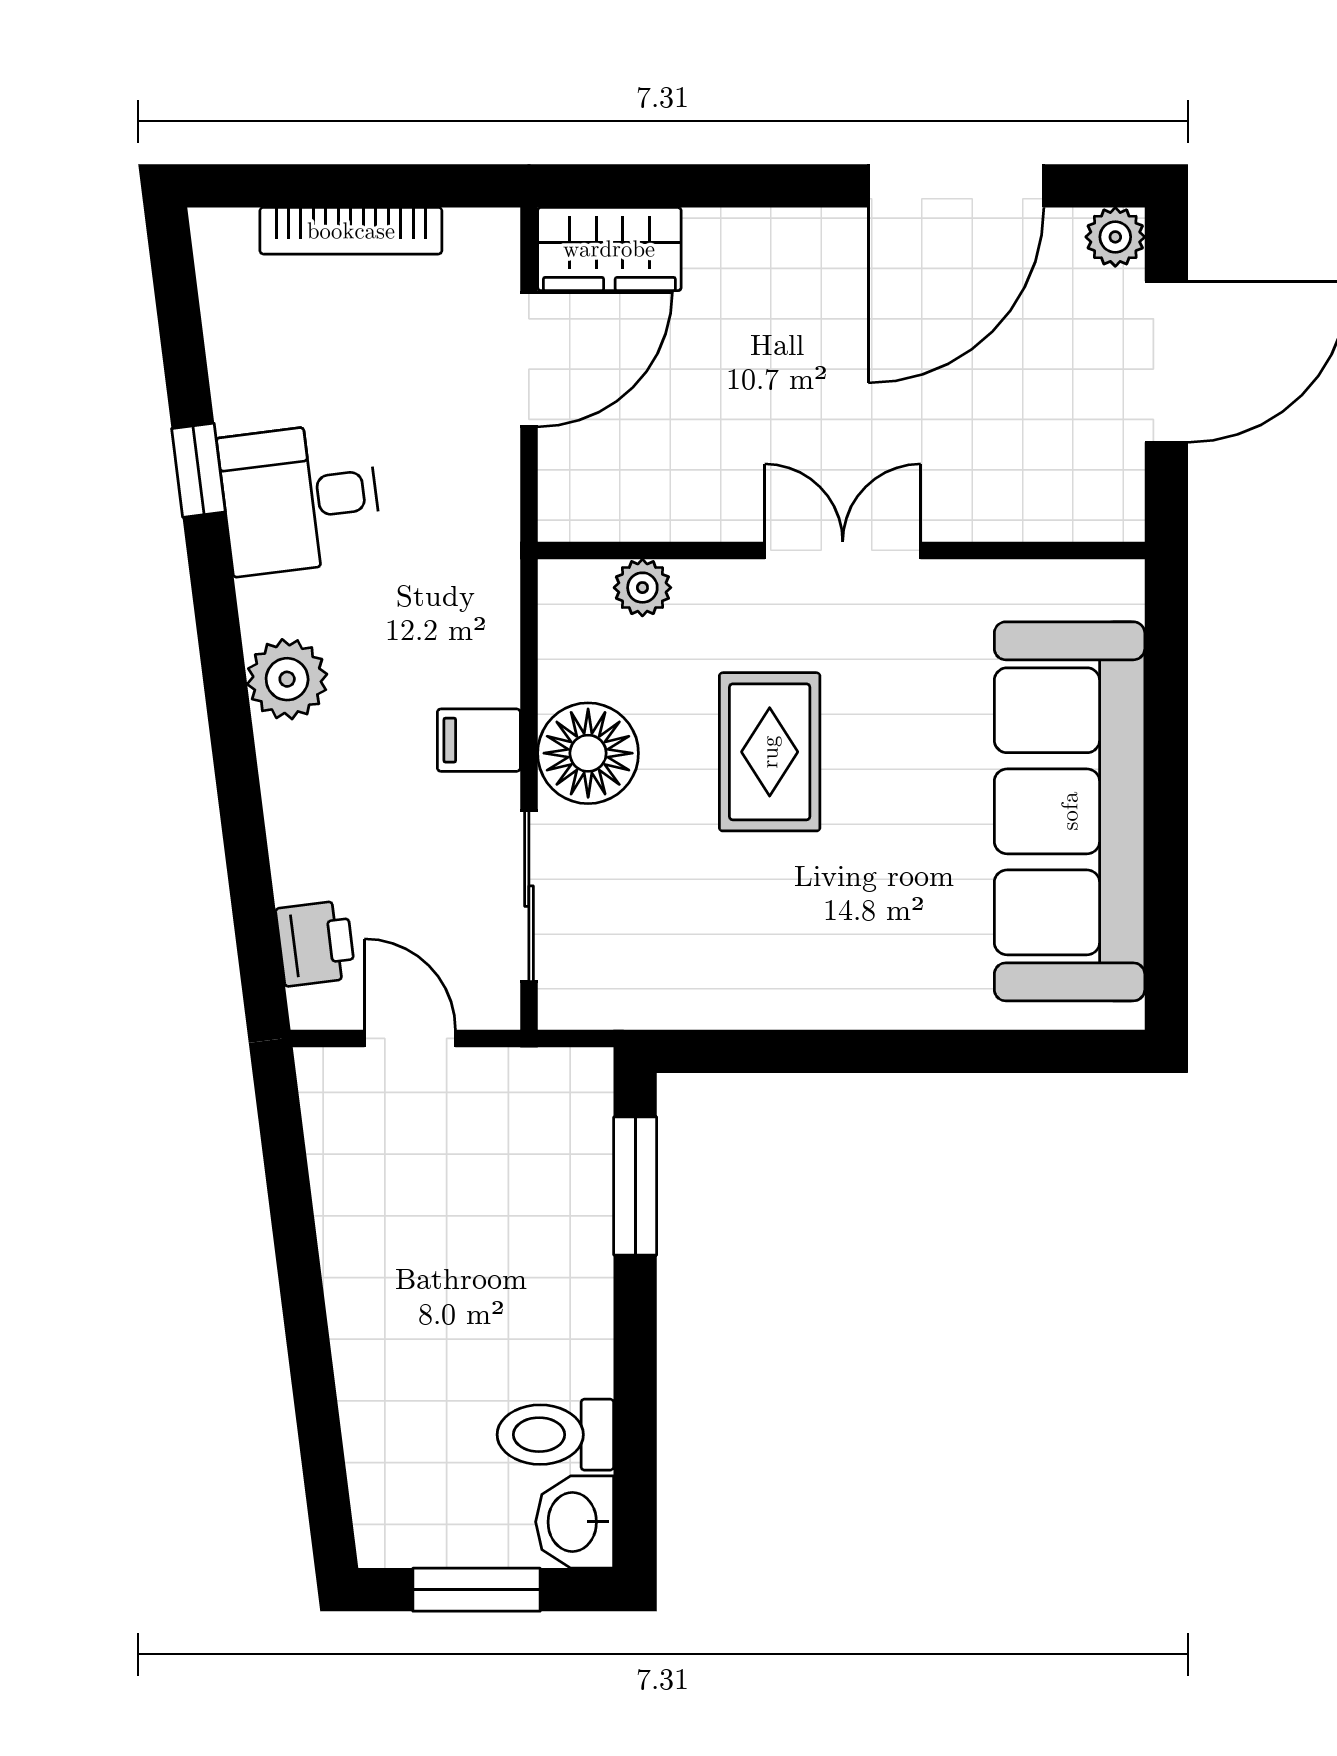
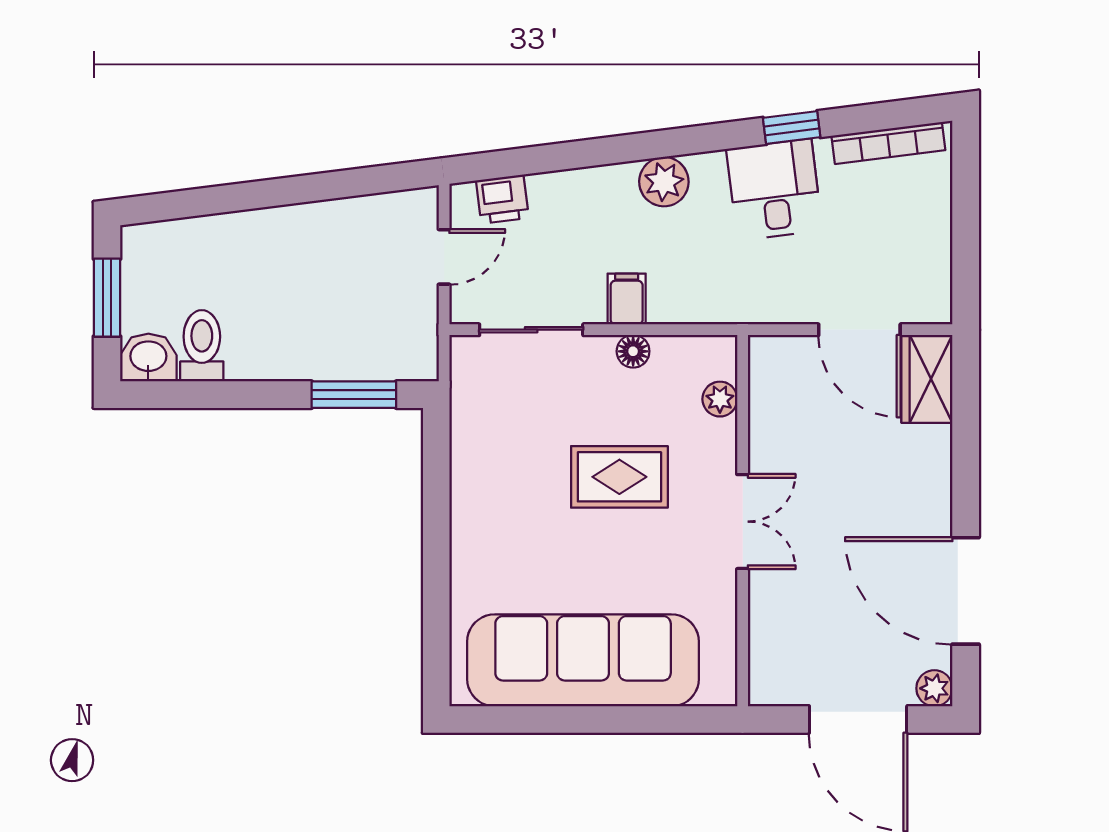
bookcase: (351, 231) -> (888, 143), moved, turned -97
floor lamp: (588, 753) -> (633, 351), width x0.53, depth x0.53

